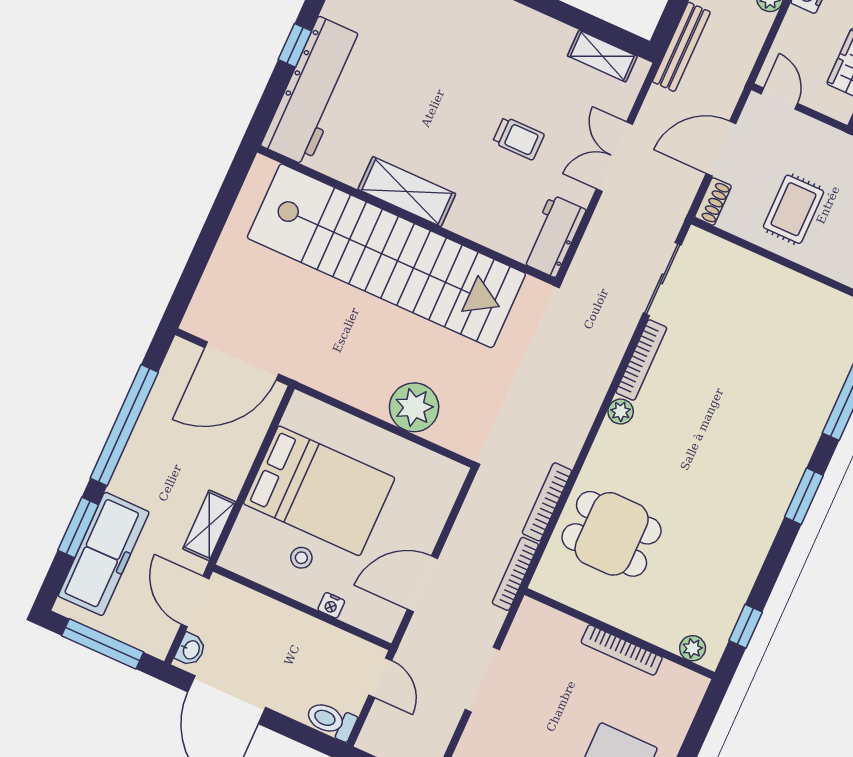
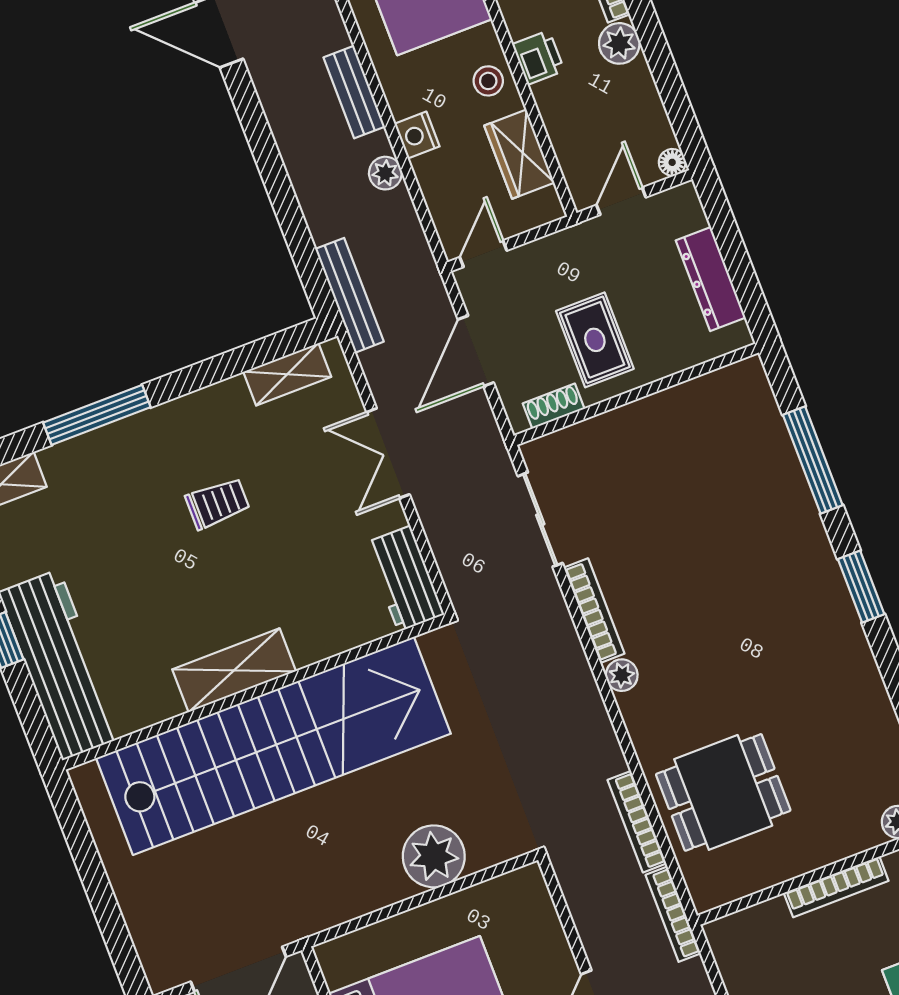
door: (779, 99) -> (483, 254), hinge flipped
trolley: (519, 138) -> (217, 503), moved
shoe rack: (713, 201) -> (554, 406), moved, turned -90

